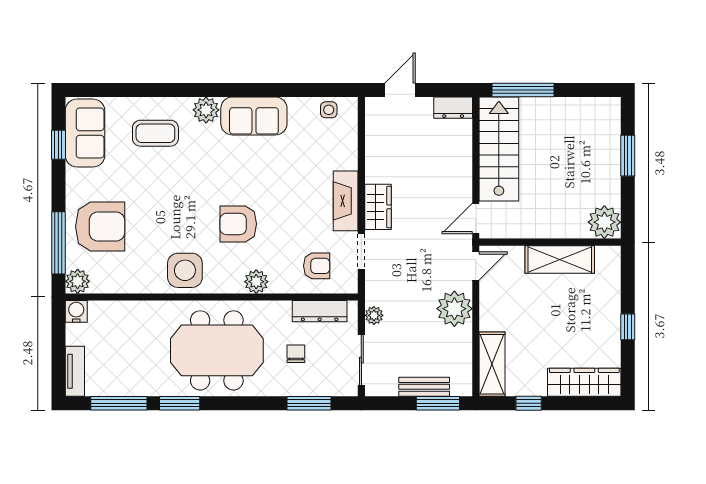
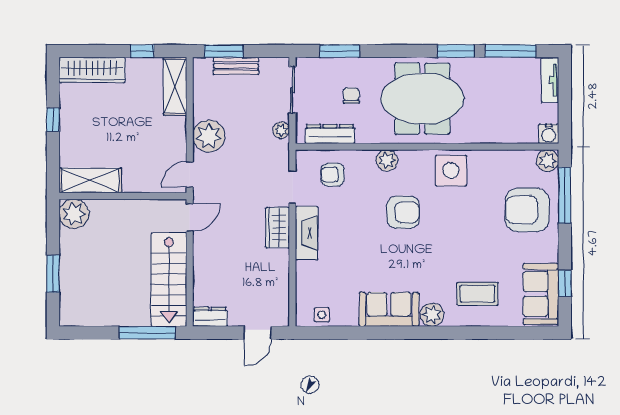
shelving: (560, 259) -> (90, 180), moved
chair: (296, 354) -> (351, 96), turned 180

